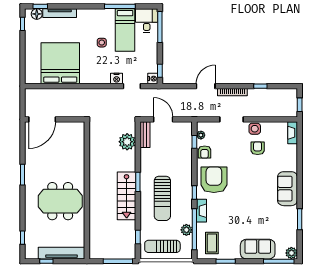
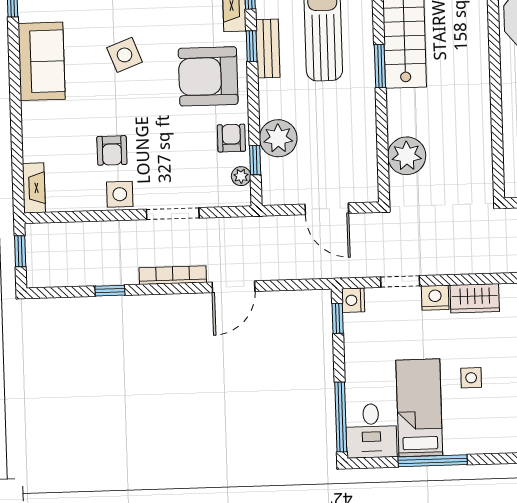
wardrobe: (99, 78) -> (475, 298), added
bench: (145, 135) -> (268, 48), moved
plant: (184, 151) -> (278, 138), added
armchair: (214, 180) -> (208, 76), turned 90
side table: (251, 190) -> (125, 55), added

